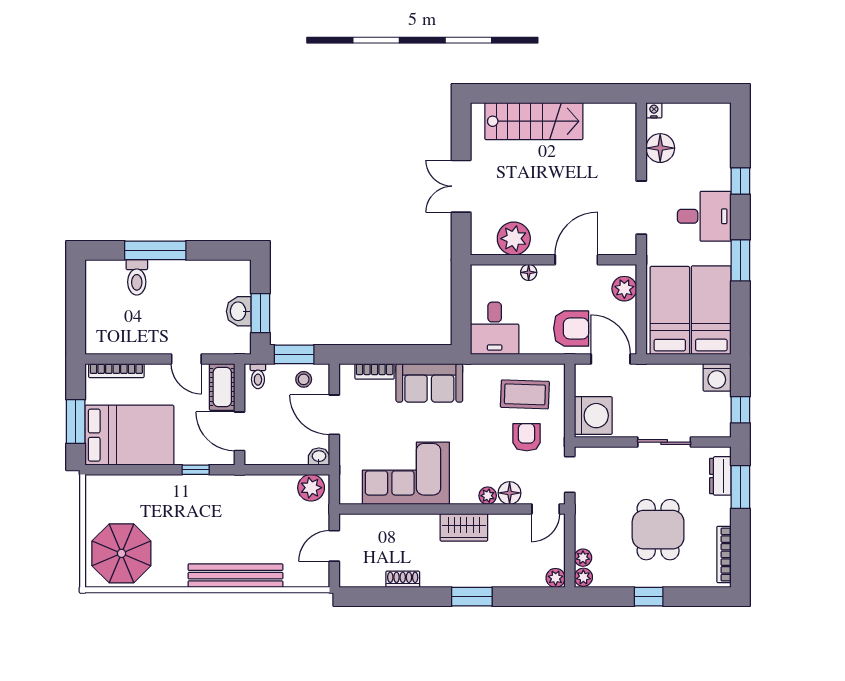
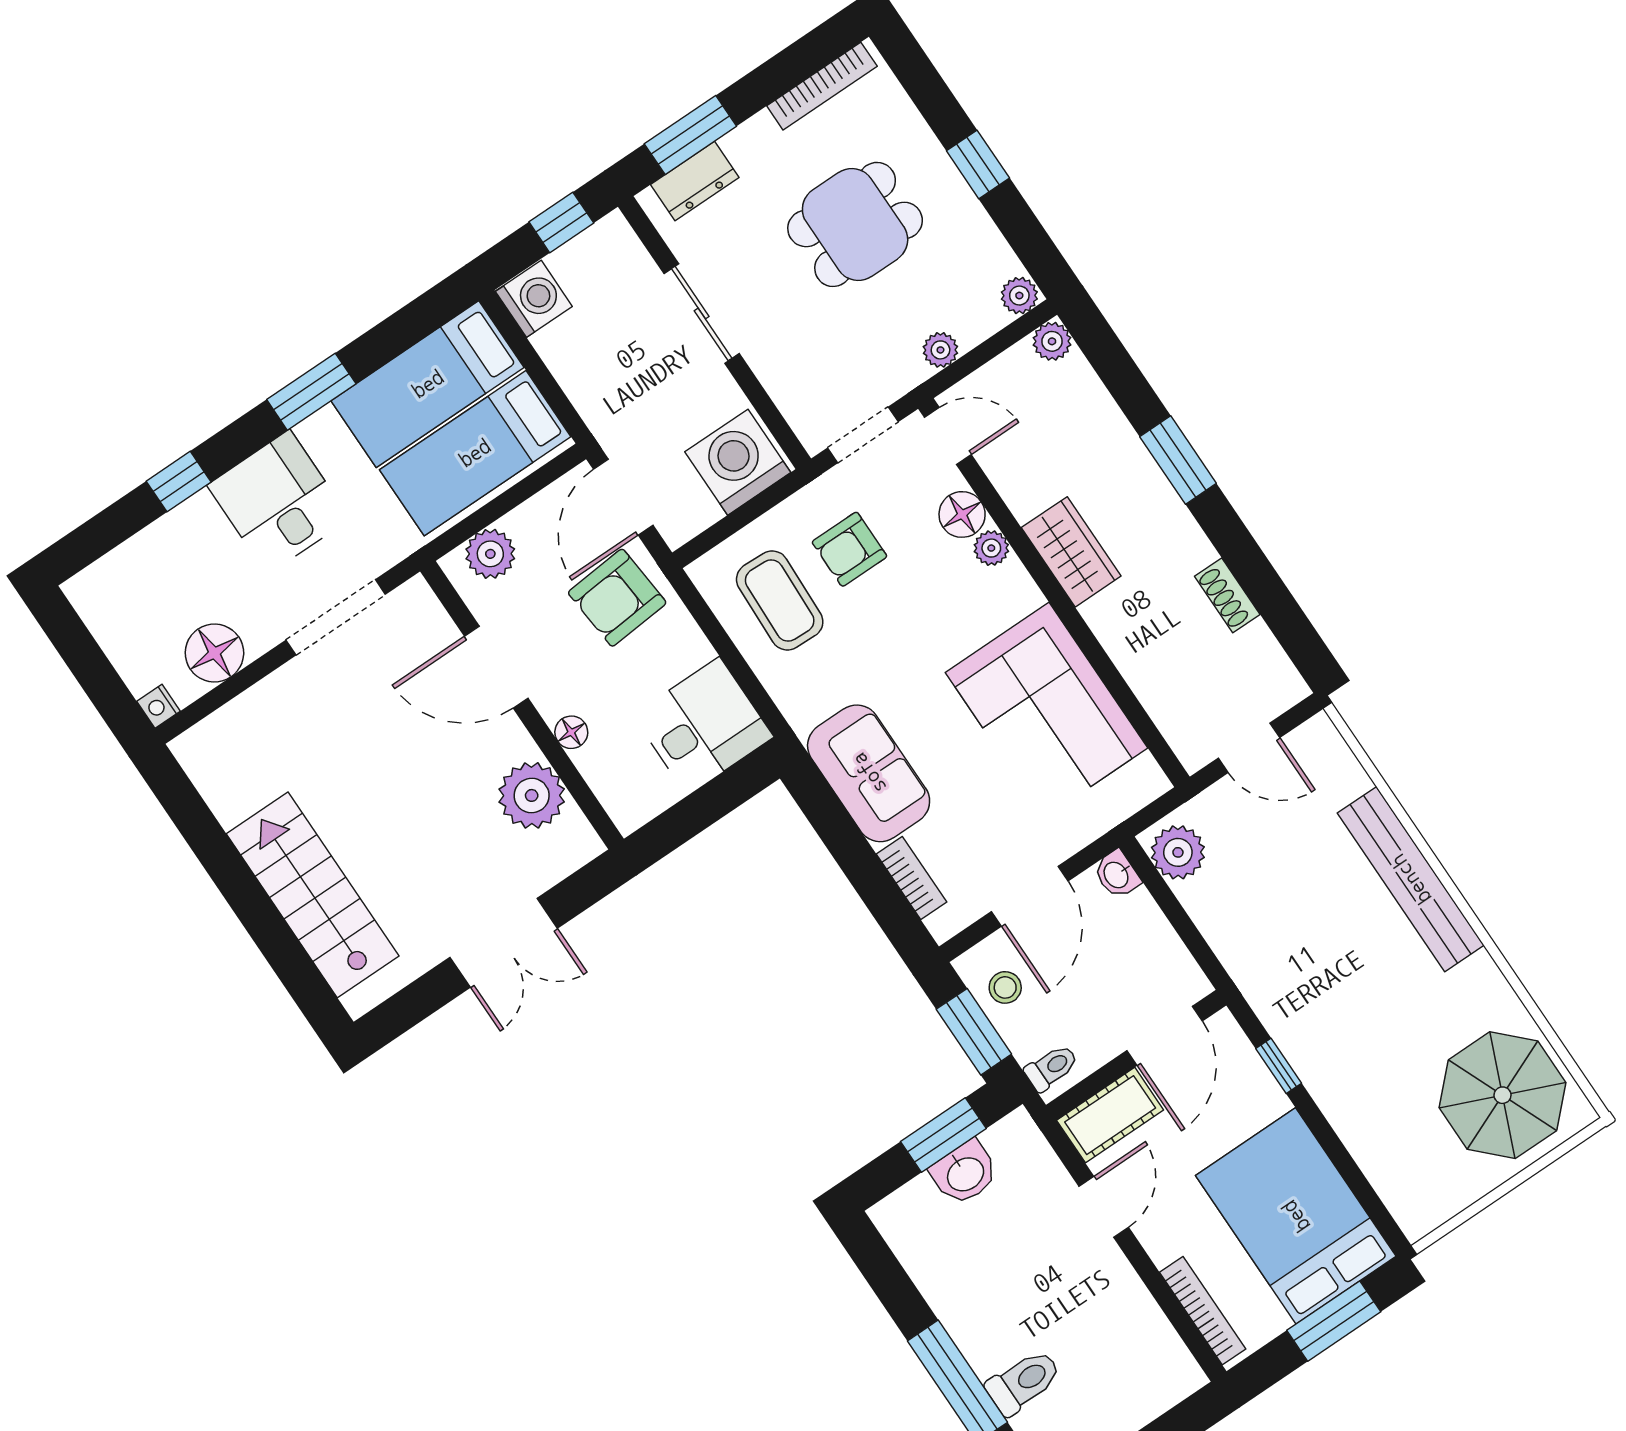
armchair: (571, 328) -> (617, 598), turned -95
plant: (583, 558) -> (940, 350), moved

